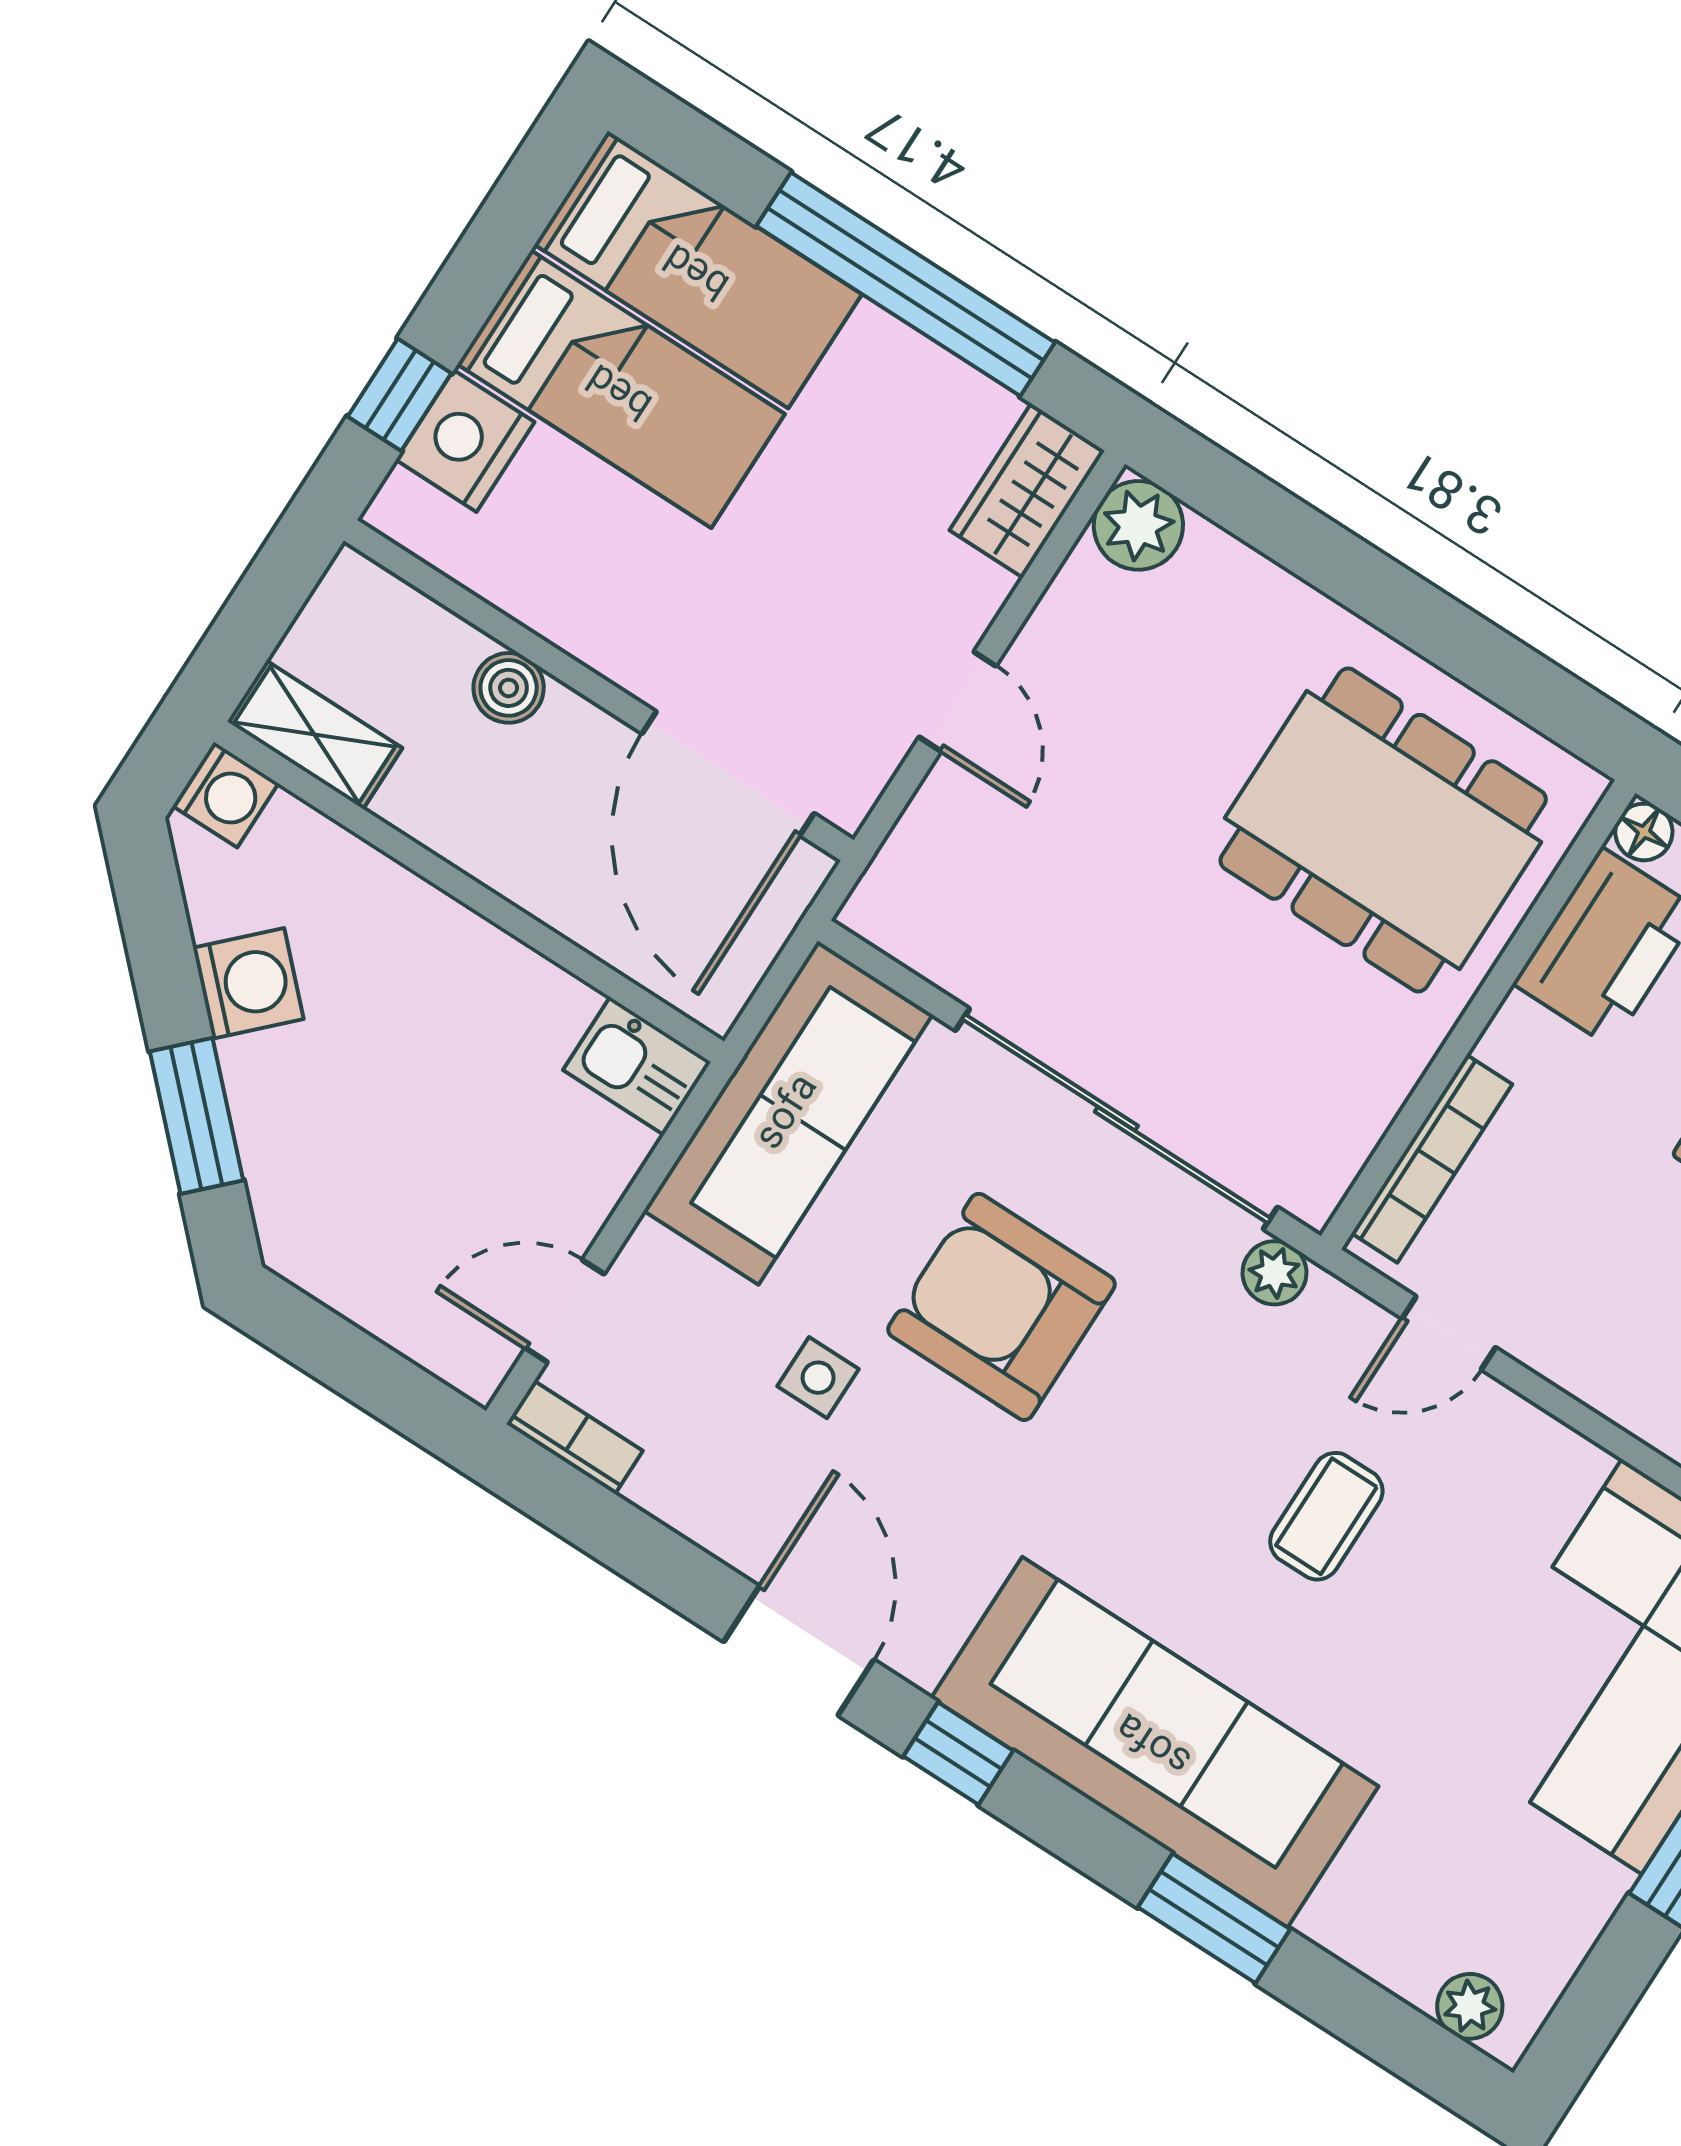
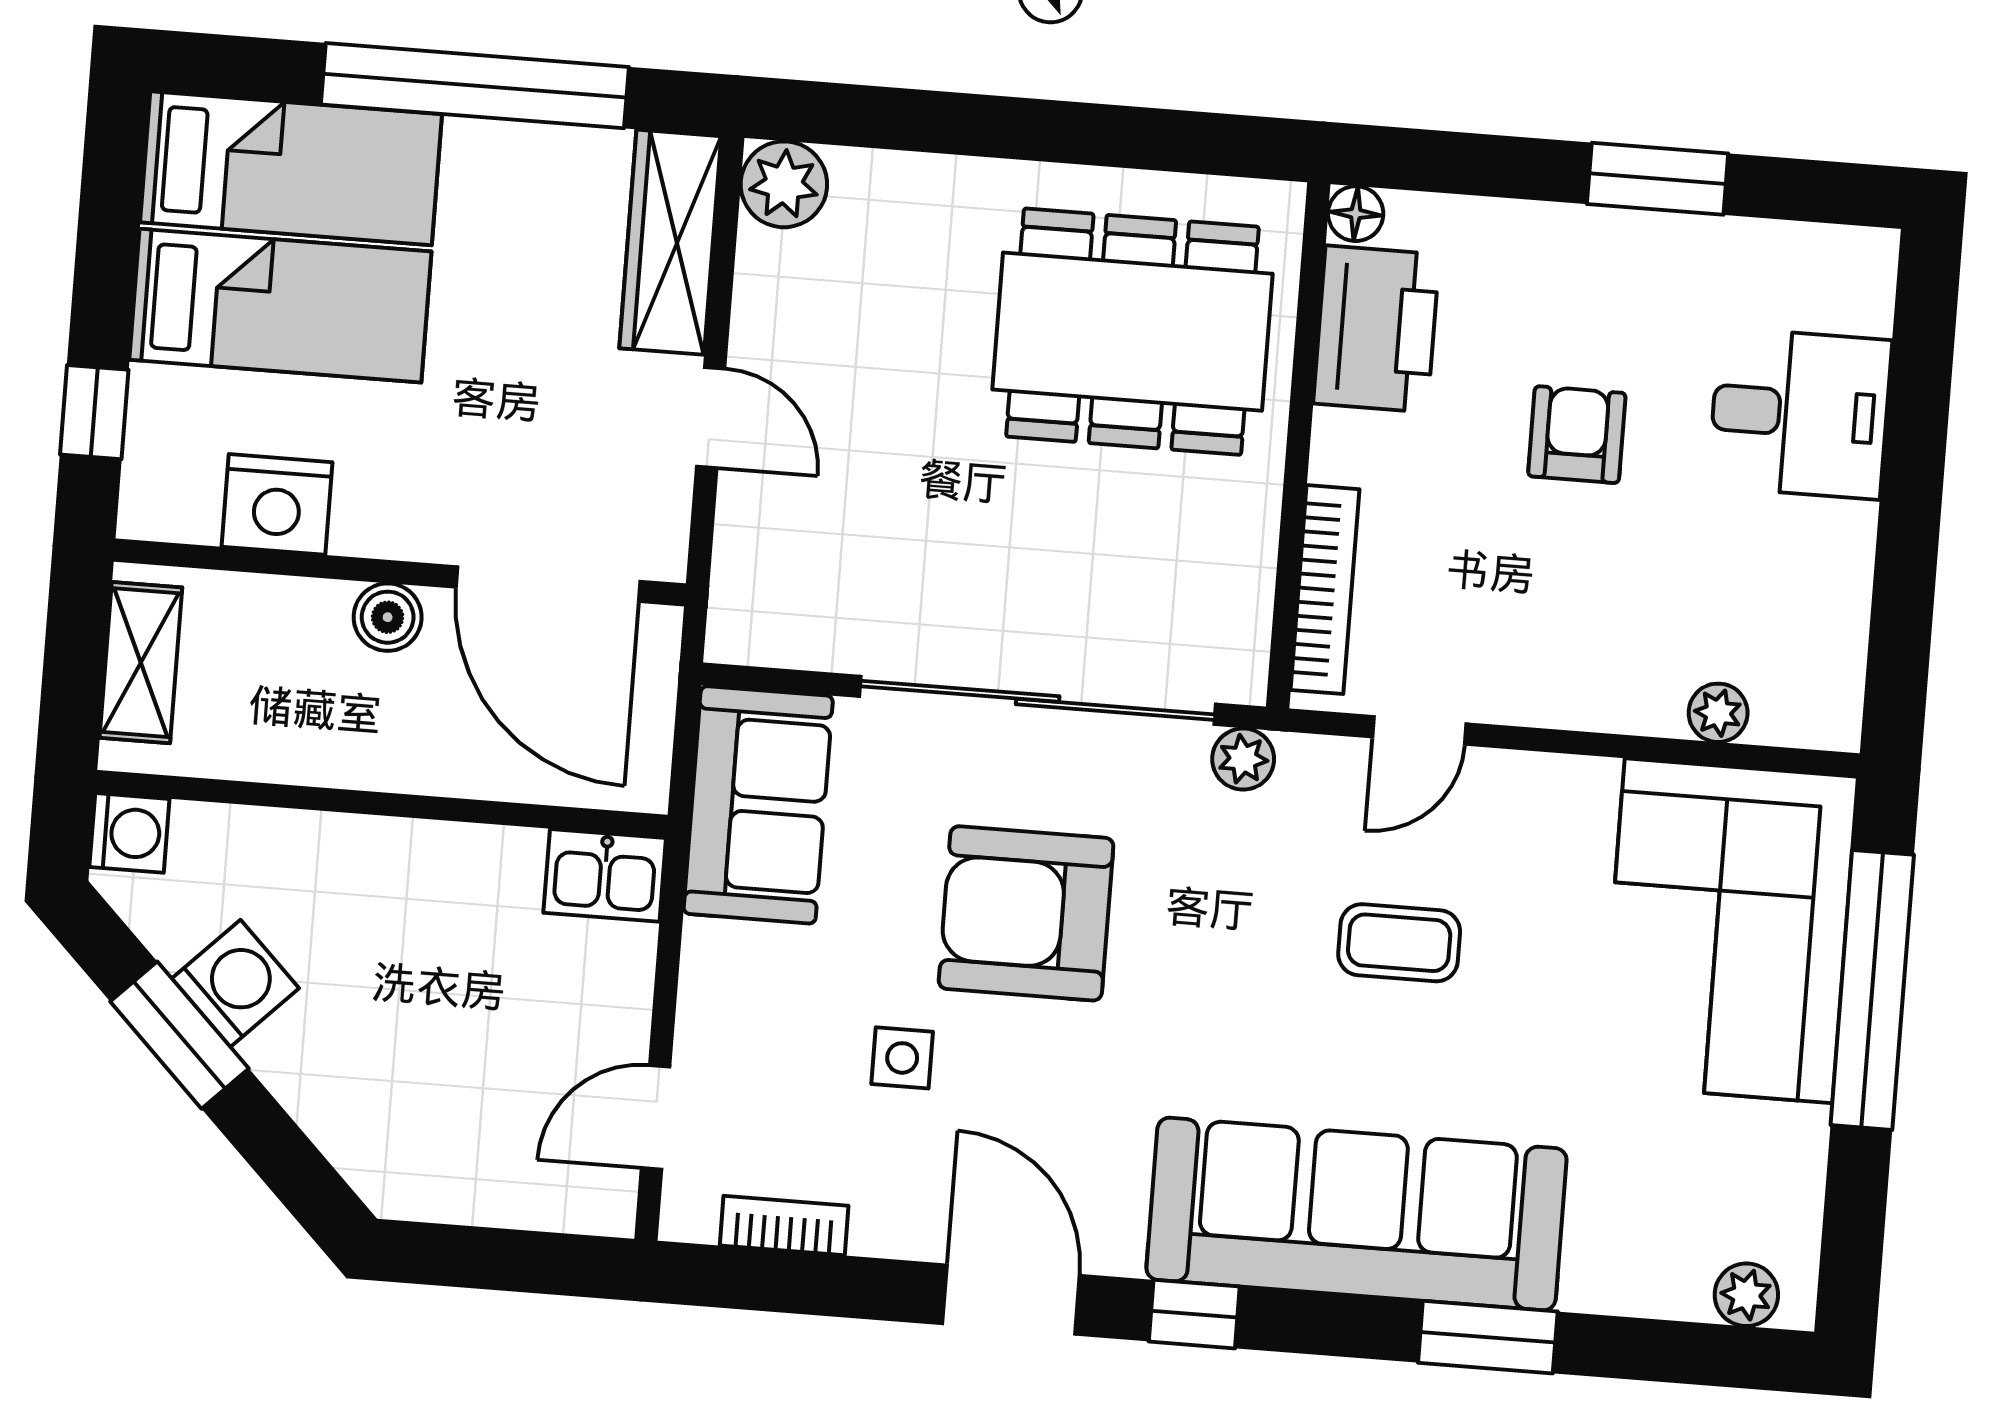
nightstand: (465, 441) -> (277, 504), moved, turned -90
wardrobe: (1027, 491) -> (670, 242), width x1.50
boiler: (509, 688) -> (388, 617), moved
shelving: (315, 735) -> (141, 663), moved, turned 90
sofa: (788, 1113) -> (758, 805), width x0.73
window: (197, 1116) -> (179, 1035), moved
bookcase: (574, 1437) -> (784, 1226), moved
coffee table: (1326, 1516) -> (1399, 943), turned 90

